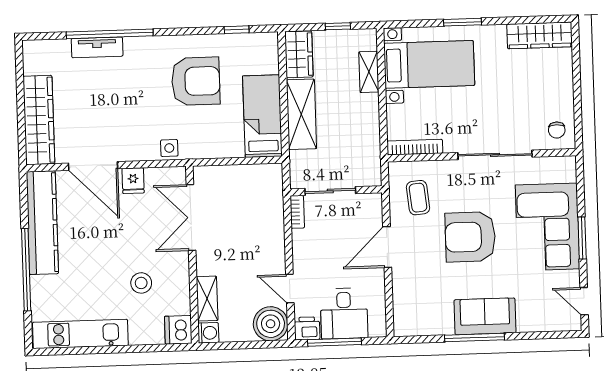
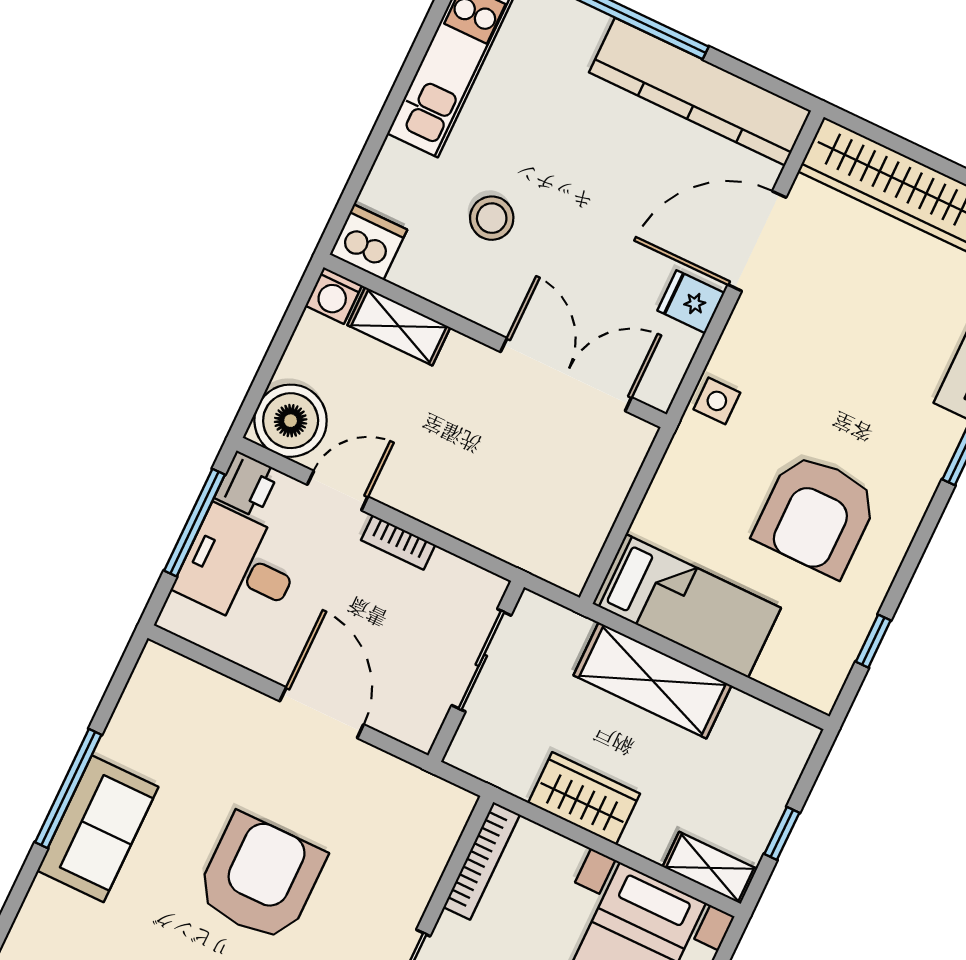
wardrobe: (299, 54) -> (584, 798), moved, turned 180
shelving: (369, 72) -> (710, 868), moved
coffee table: (418, 198) -> (384, 818), removed
bookcase: (297, 212) -> (398, 542), moved

